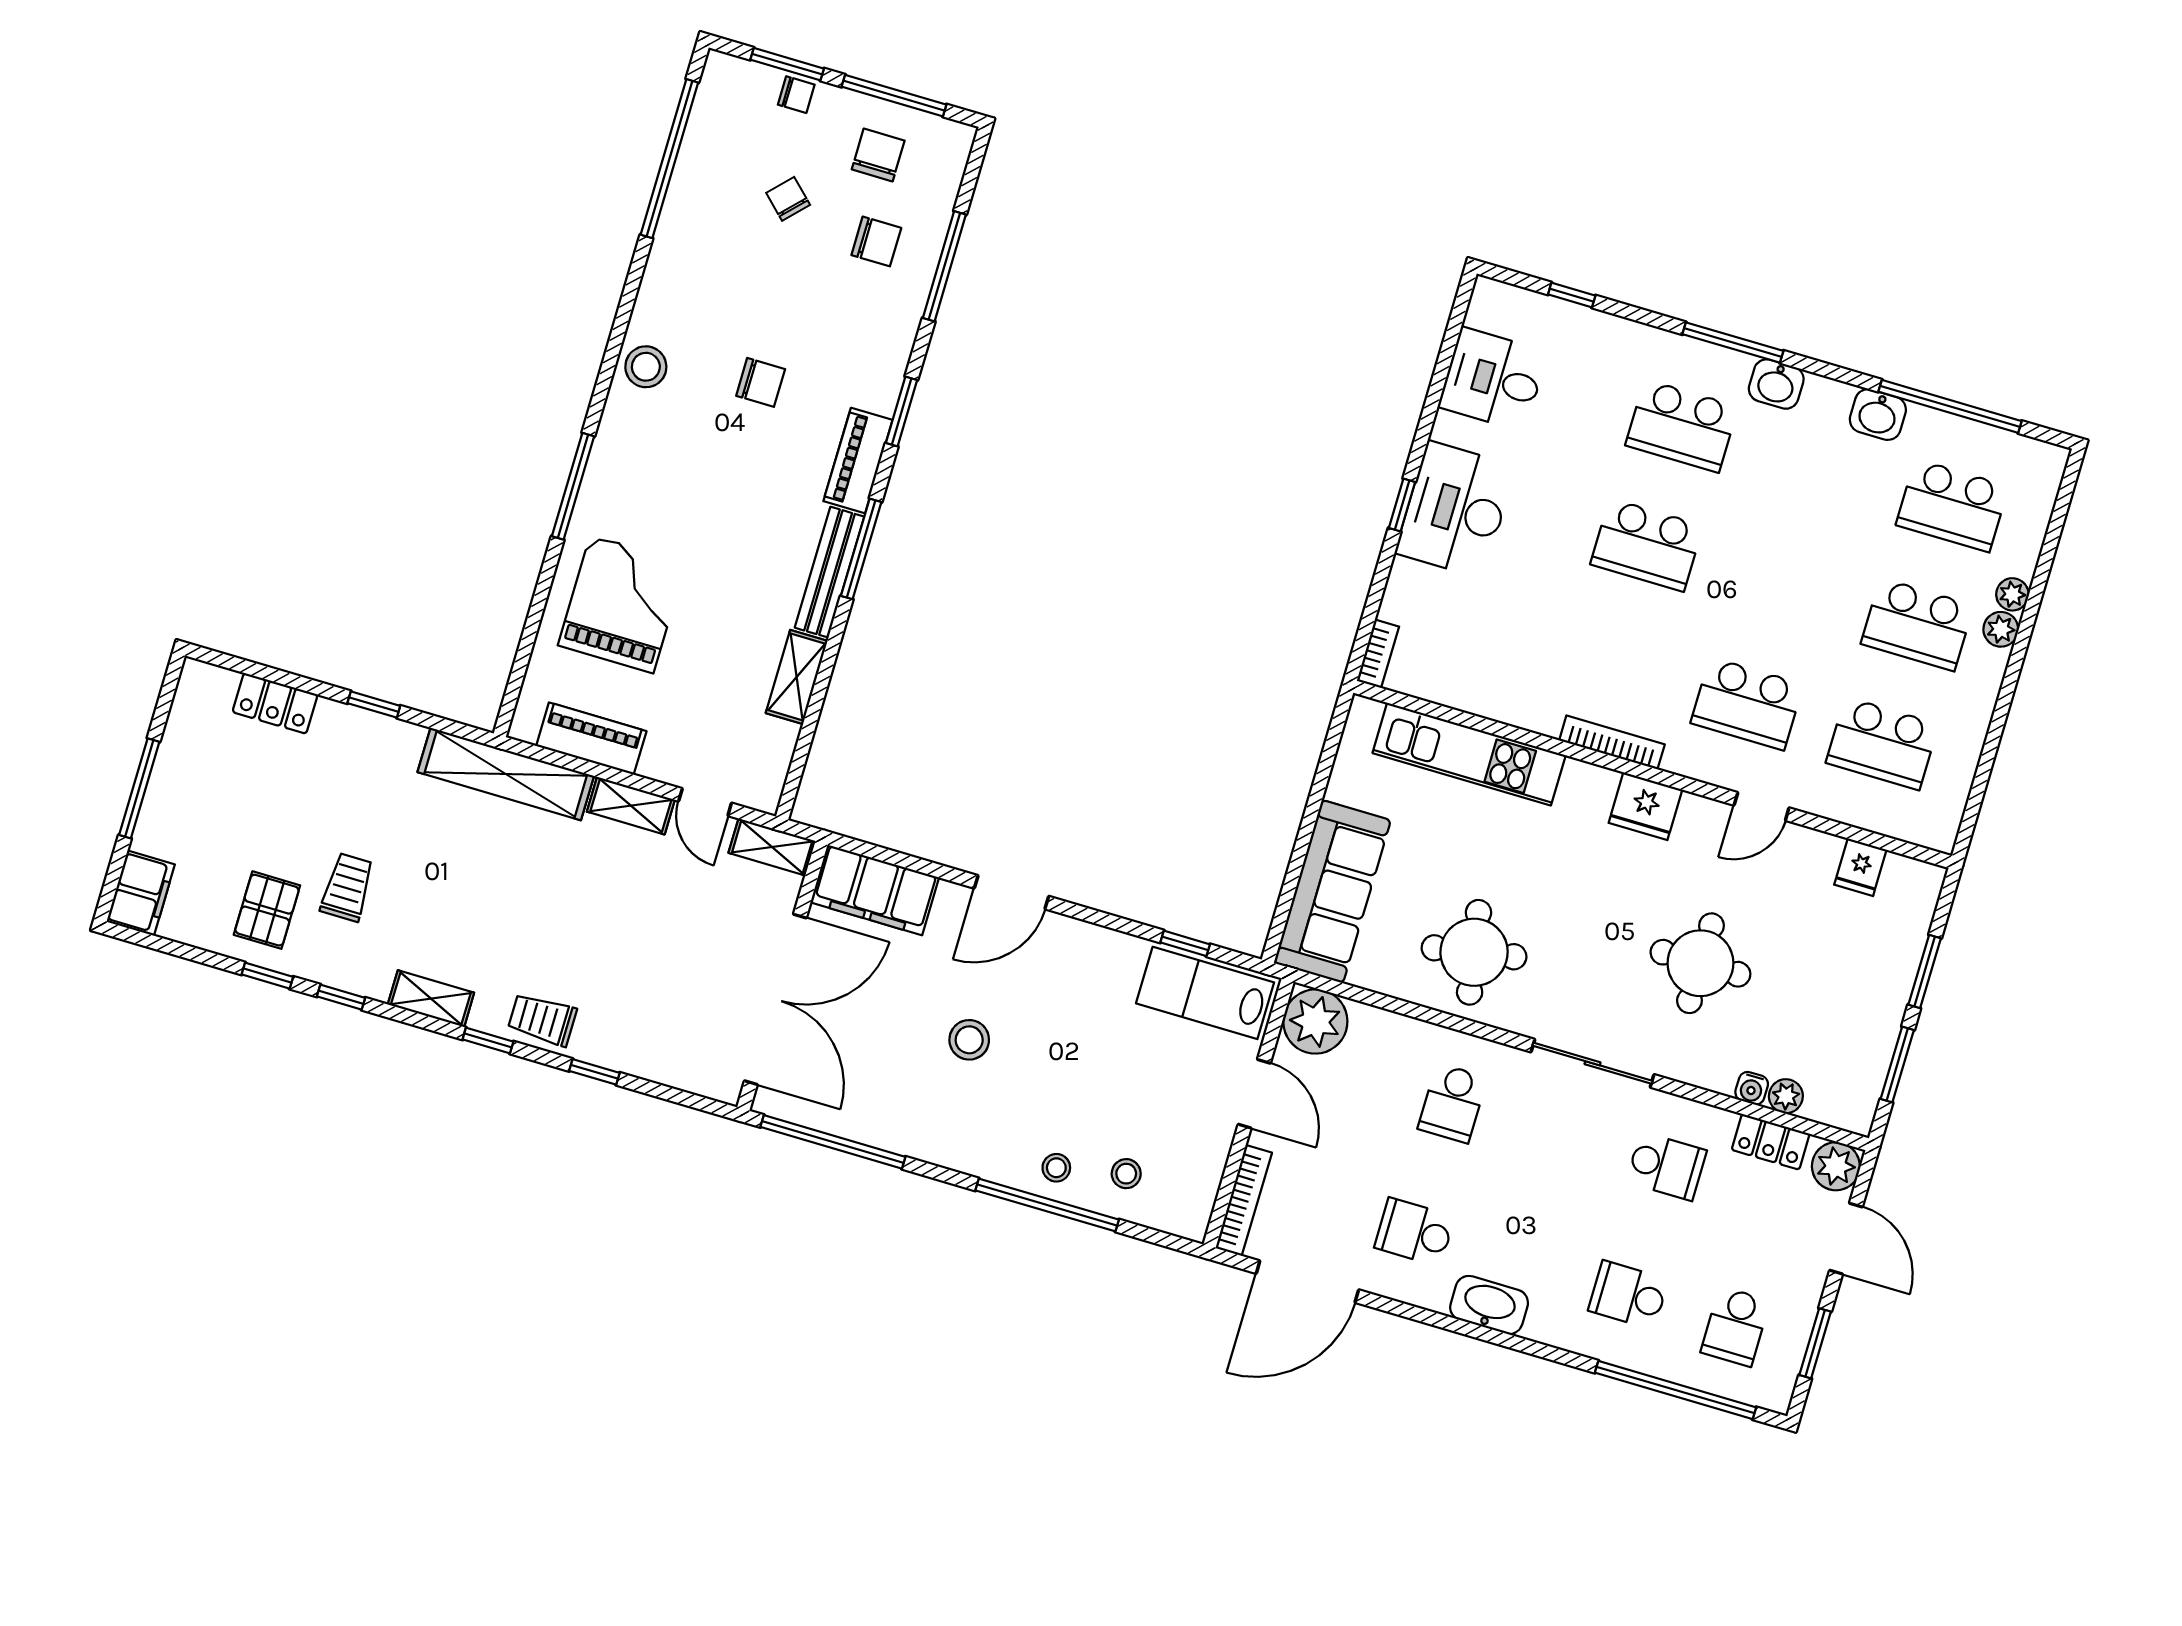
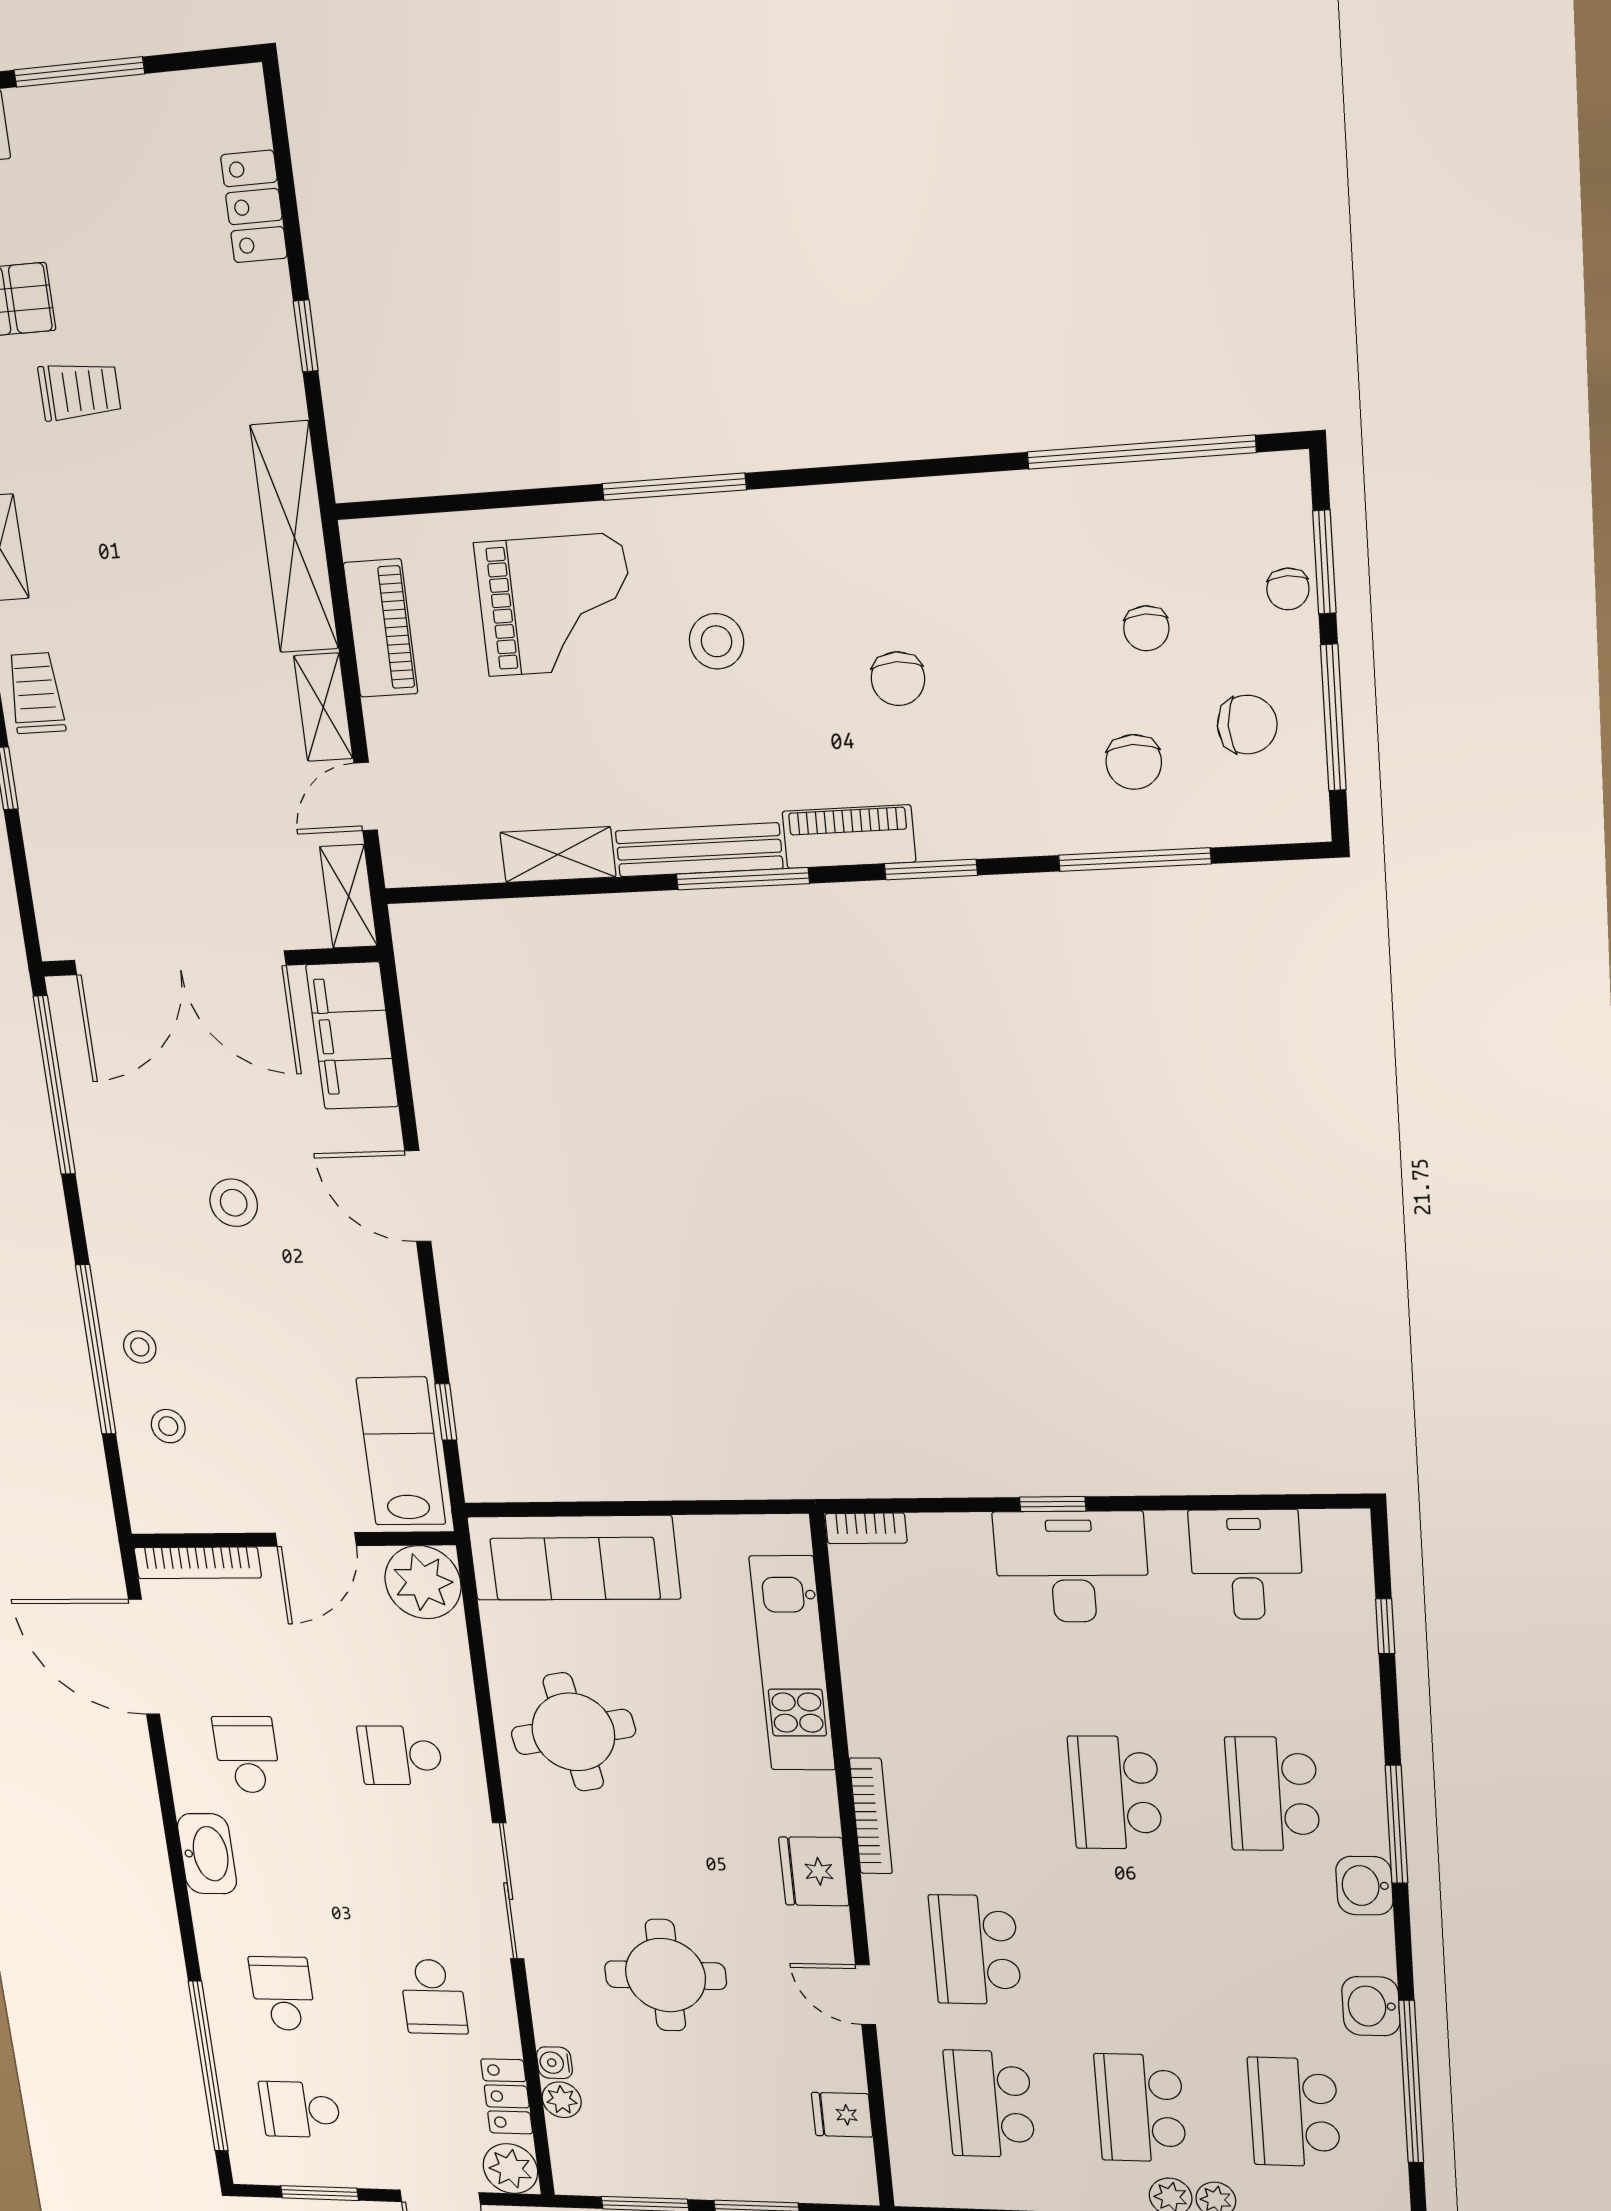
chair: (788, 199) -> (1146, 628), turned 136
stool: (646, 367) -> (717, 641), moved

